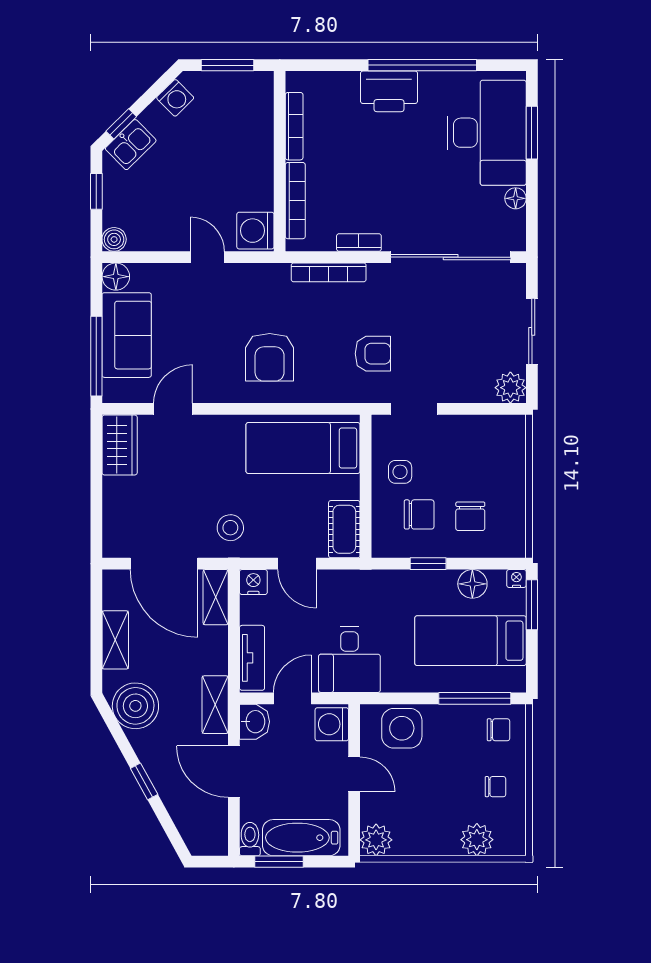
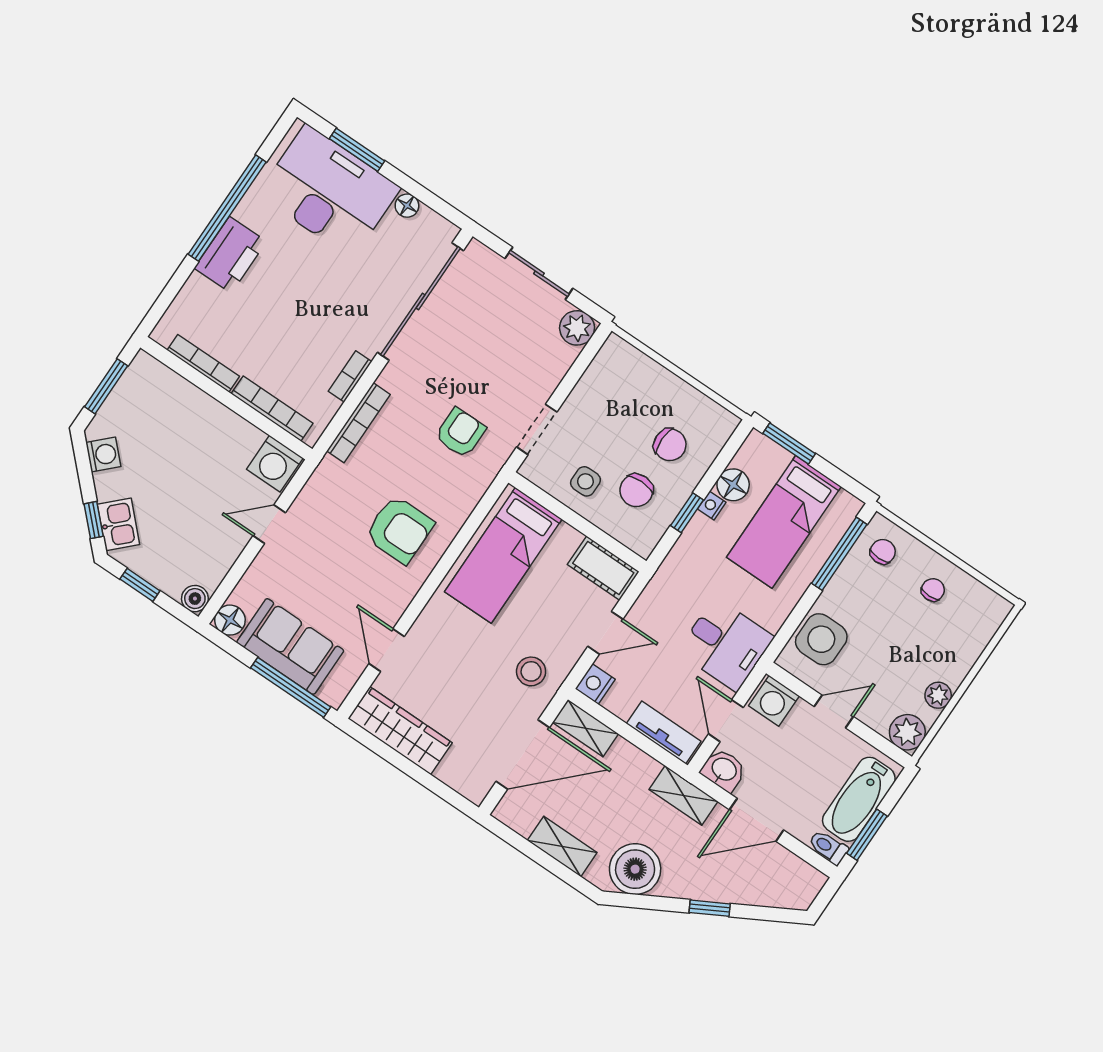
wardrobe: (120, 445) -> (400, 731), width x1.50
chair: (419, 514) -> (636, 490), turned 180
nightstand: (516, 579) -> (712, 506), moved
plant: (477, 840) -> (938, 695), moved, width x0.73, depth x0.73

